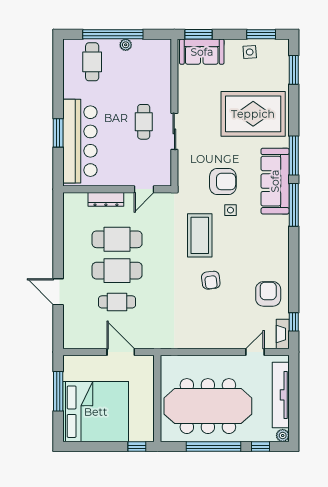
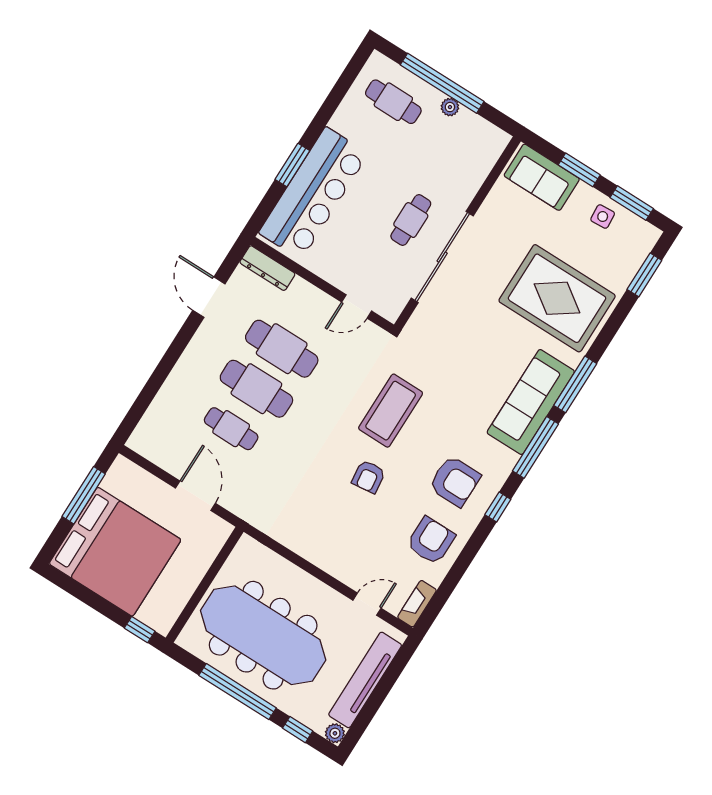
window: (199, 34) -> (579, 170), moved
cafe table: (92, 62) -> (393, 102), turned 90
sliding door: (174, 131) -> (442, 257), width x1.86
armchair: (223, 182) -> (455, 481), moved
dresser: (106, 199) -> (267, 268), moved
side table: (230, 210) -> (450, 403), removed
door: (58, 292) -> (209, 297), moved
window: (294, 322) -> (498, 507), moved

